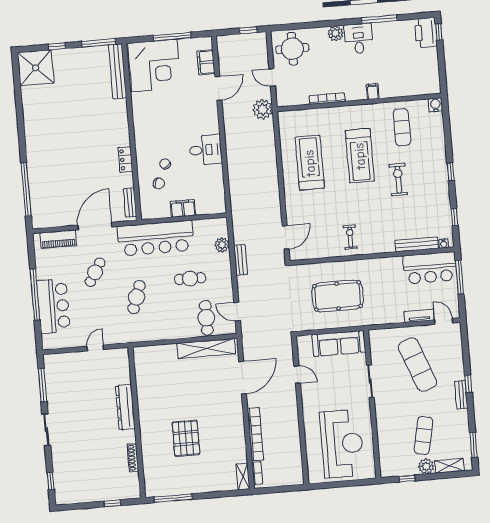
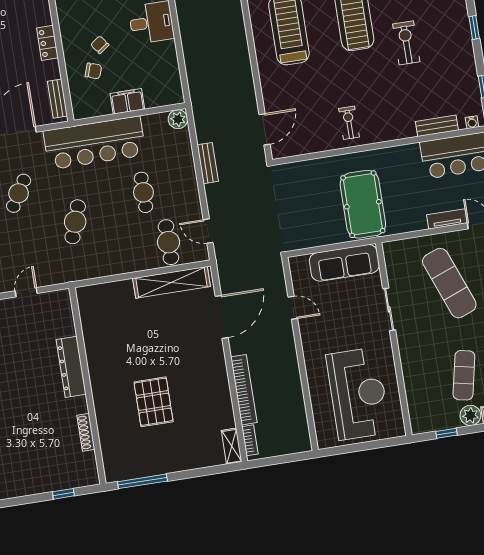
bench: (417, 244) -> (437, 126), width x0.73
plant: (222, 245) -> (178, 119), moved
cafe table: (190, 279) -> (143, 192), turned 90
pool table: (338, 296) -> (363, 204), moved, turned 90

